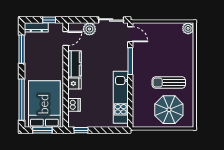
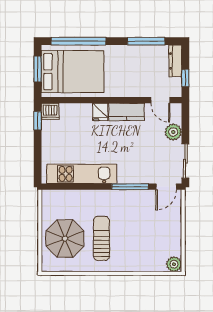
dishwasher: (74, 105) -> (50, 111), moved

